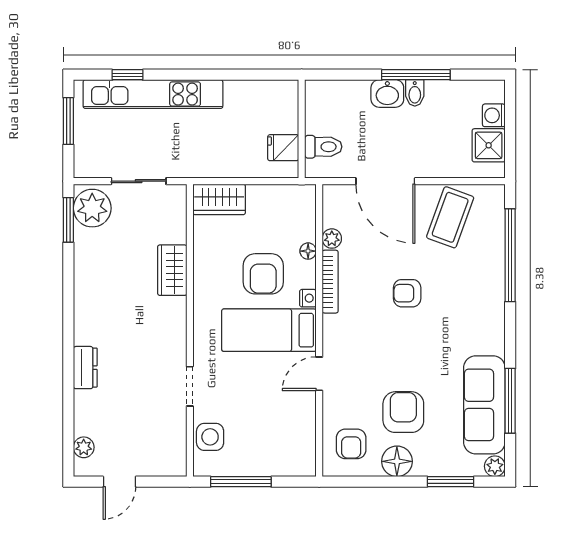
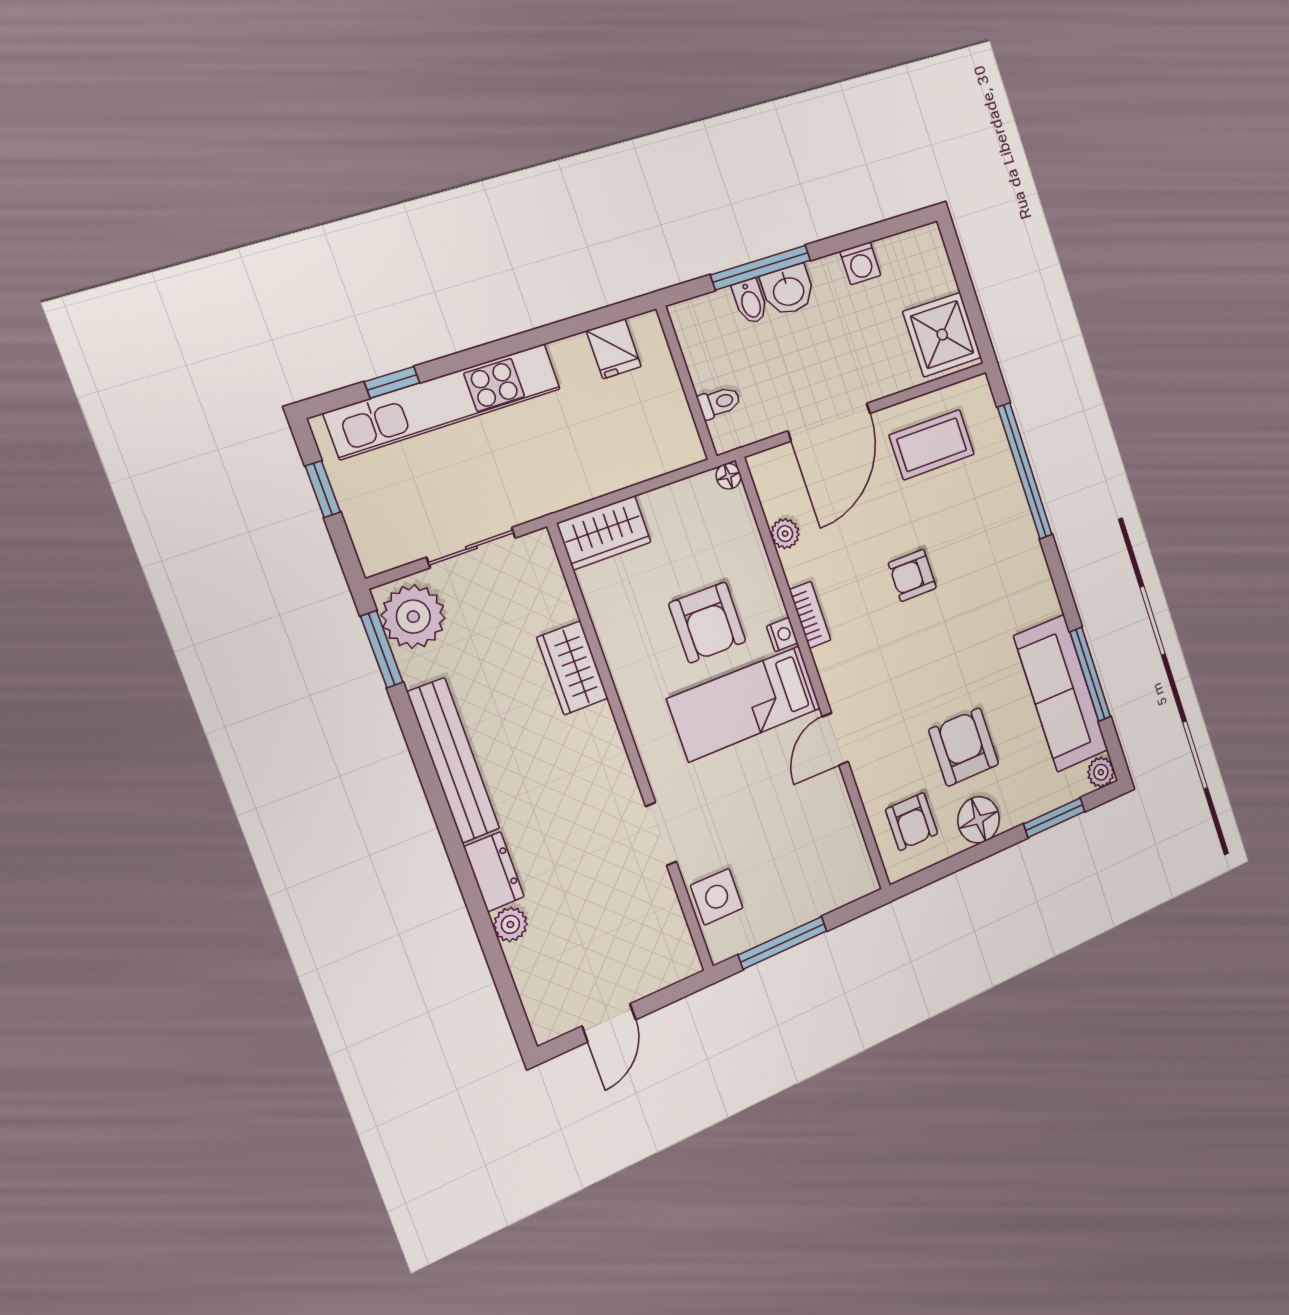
window: (416, 75) -> (761, 268), moved
bidet: (415, 93) -> (750, 302), moved
washing machine: (494, 115) -> (860, 263), moved, turned -90
window: (68, 121) -> (323, 489), width x0.67
shower: (489, 145) -> (942, 335), width x1.36, depth x1.36
toilet: (323, 147) -> (719, 402), width x0.73, depth x0.72
fridge: (283, 148) -> (614, 349), moved, turned -90
door: (385, 181) -> (829, 422), hinge flipped
coffee table: (450, 217) -> (932, 445), turned 70
floor lamp: (308, 251) -> (728, 476), moved
bookcase: (330, 282) -> (810, 615), width x0.64
bench: (85, 296) -> (453, 760), added
plant: (84, 447) -> (510, 924), moved

